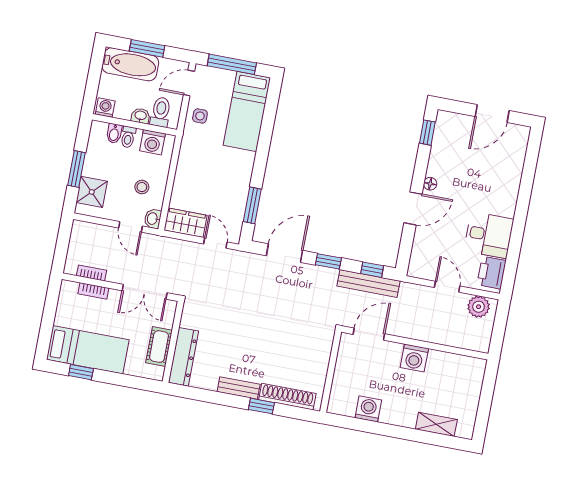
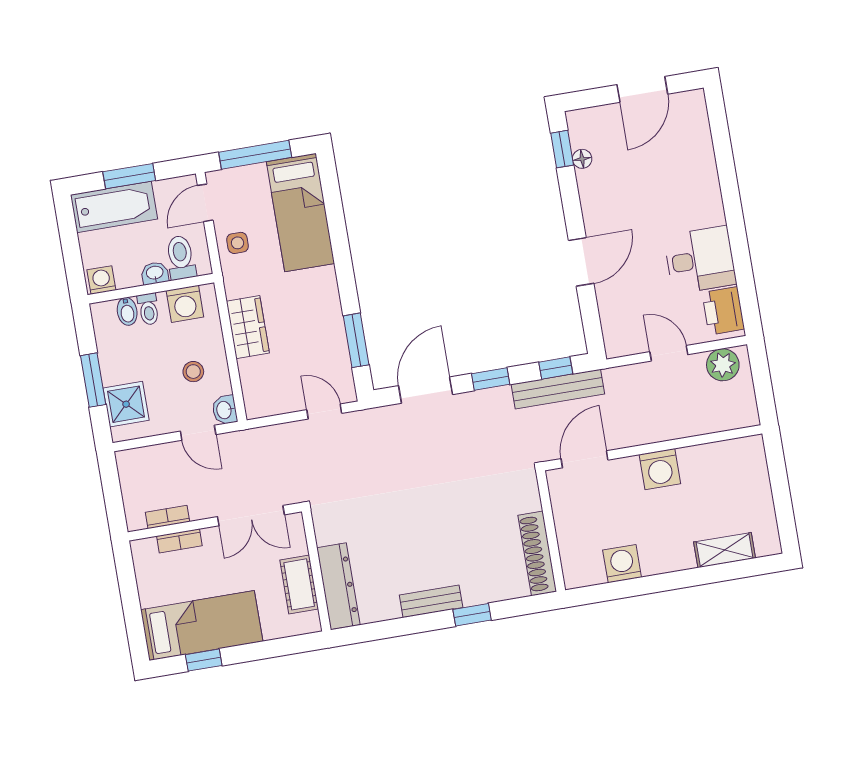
floor lamp: (430, 184) -> (582, 159), moved
wardrobe: (186, 223) -> (248, 327), moved, turned 90
shoe rack: (287, 397) -> (537, 553), moved, turned -90

